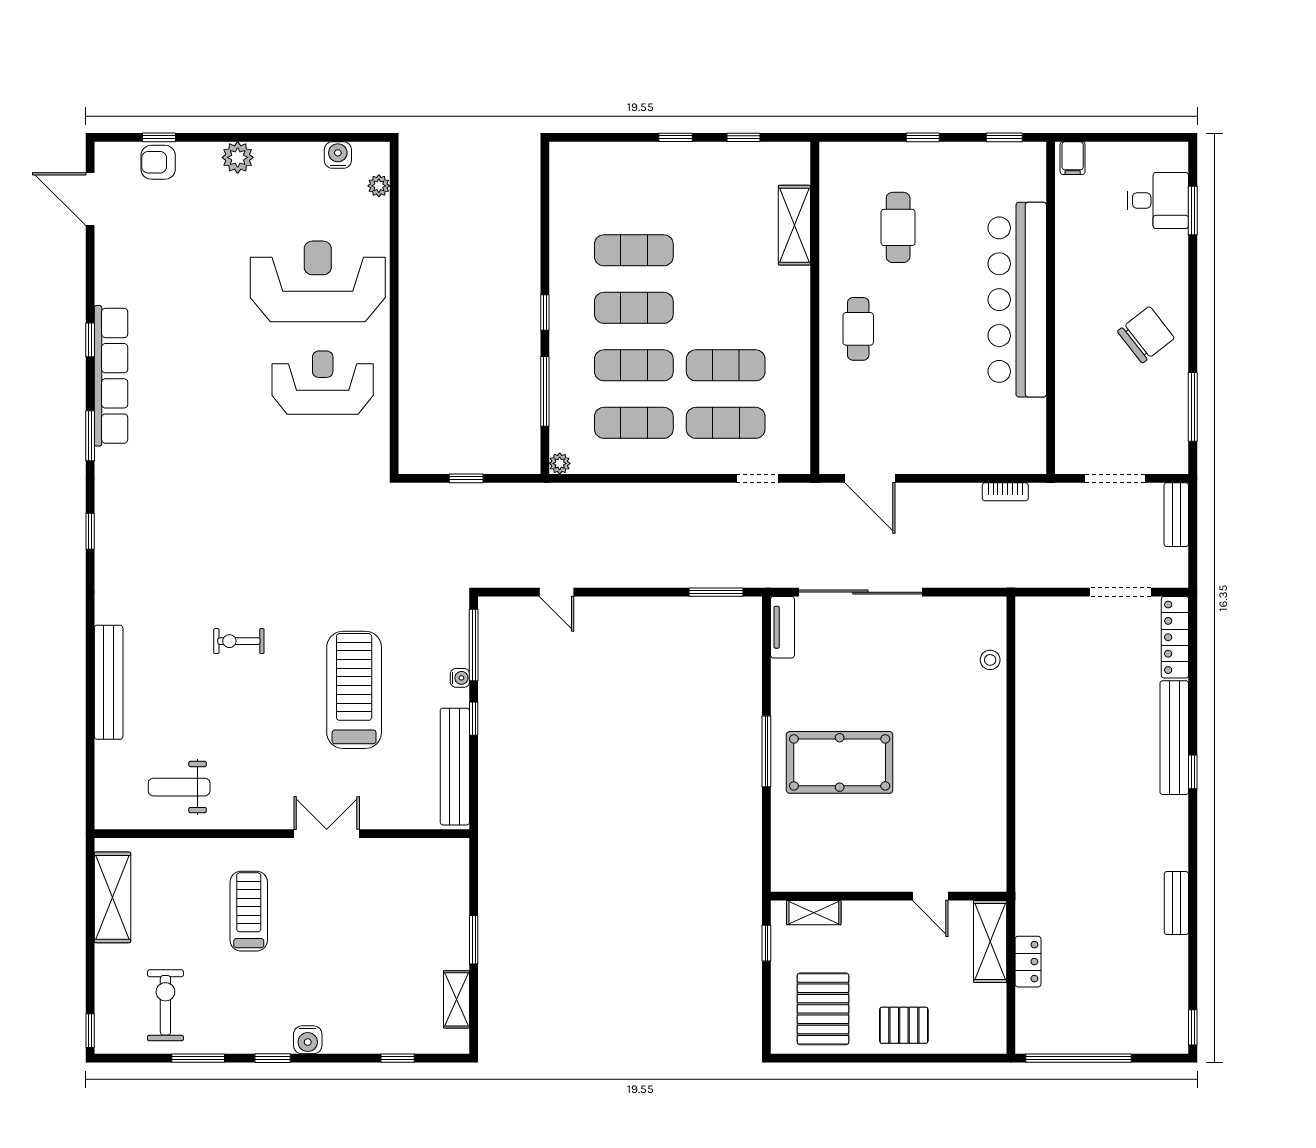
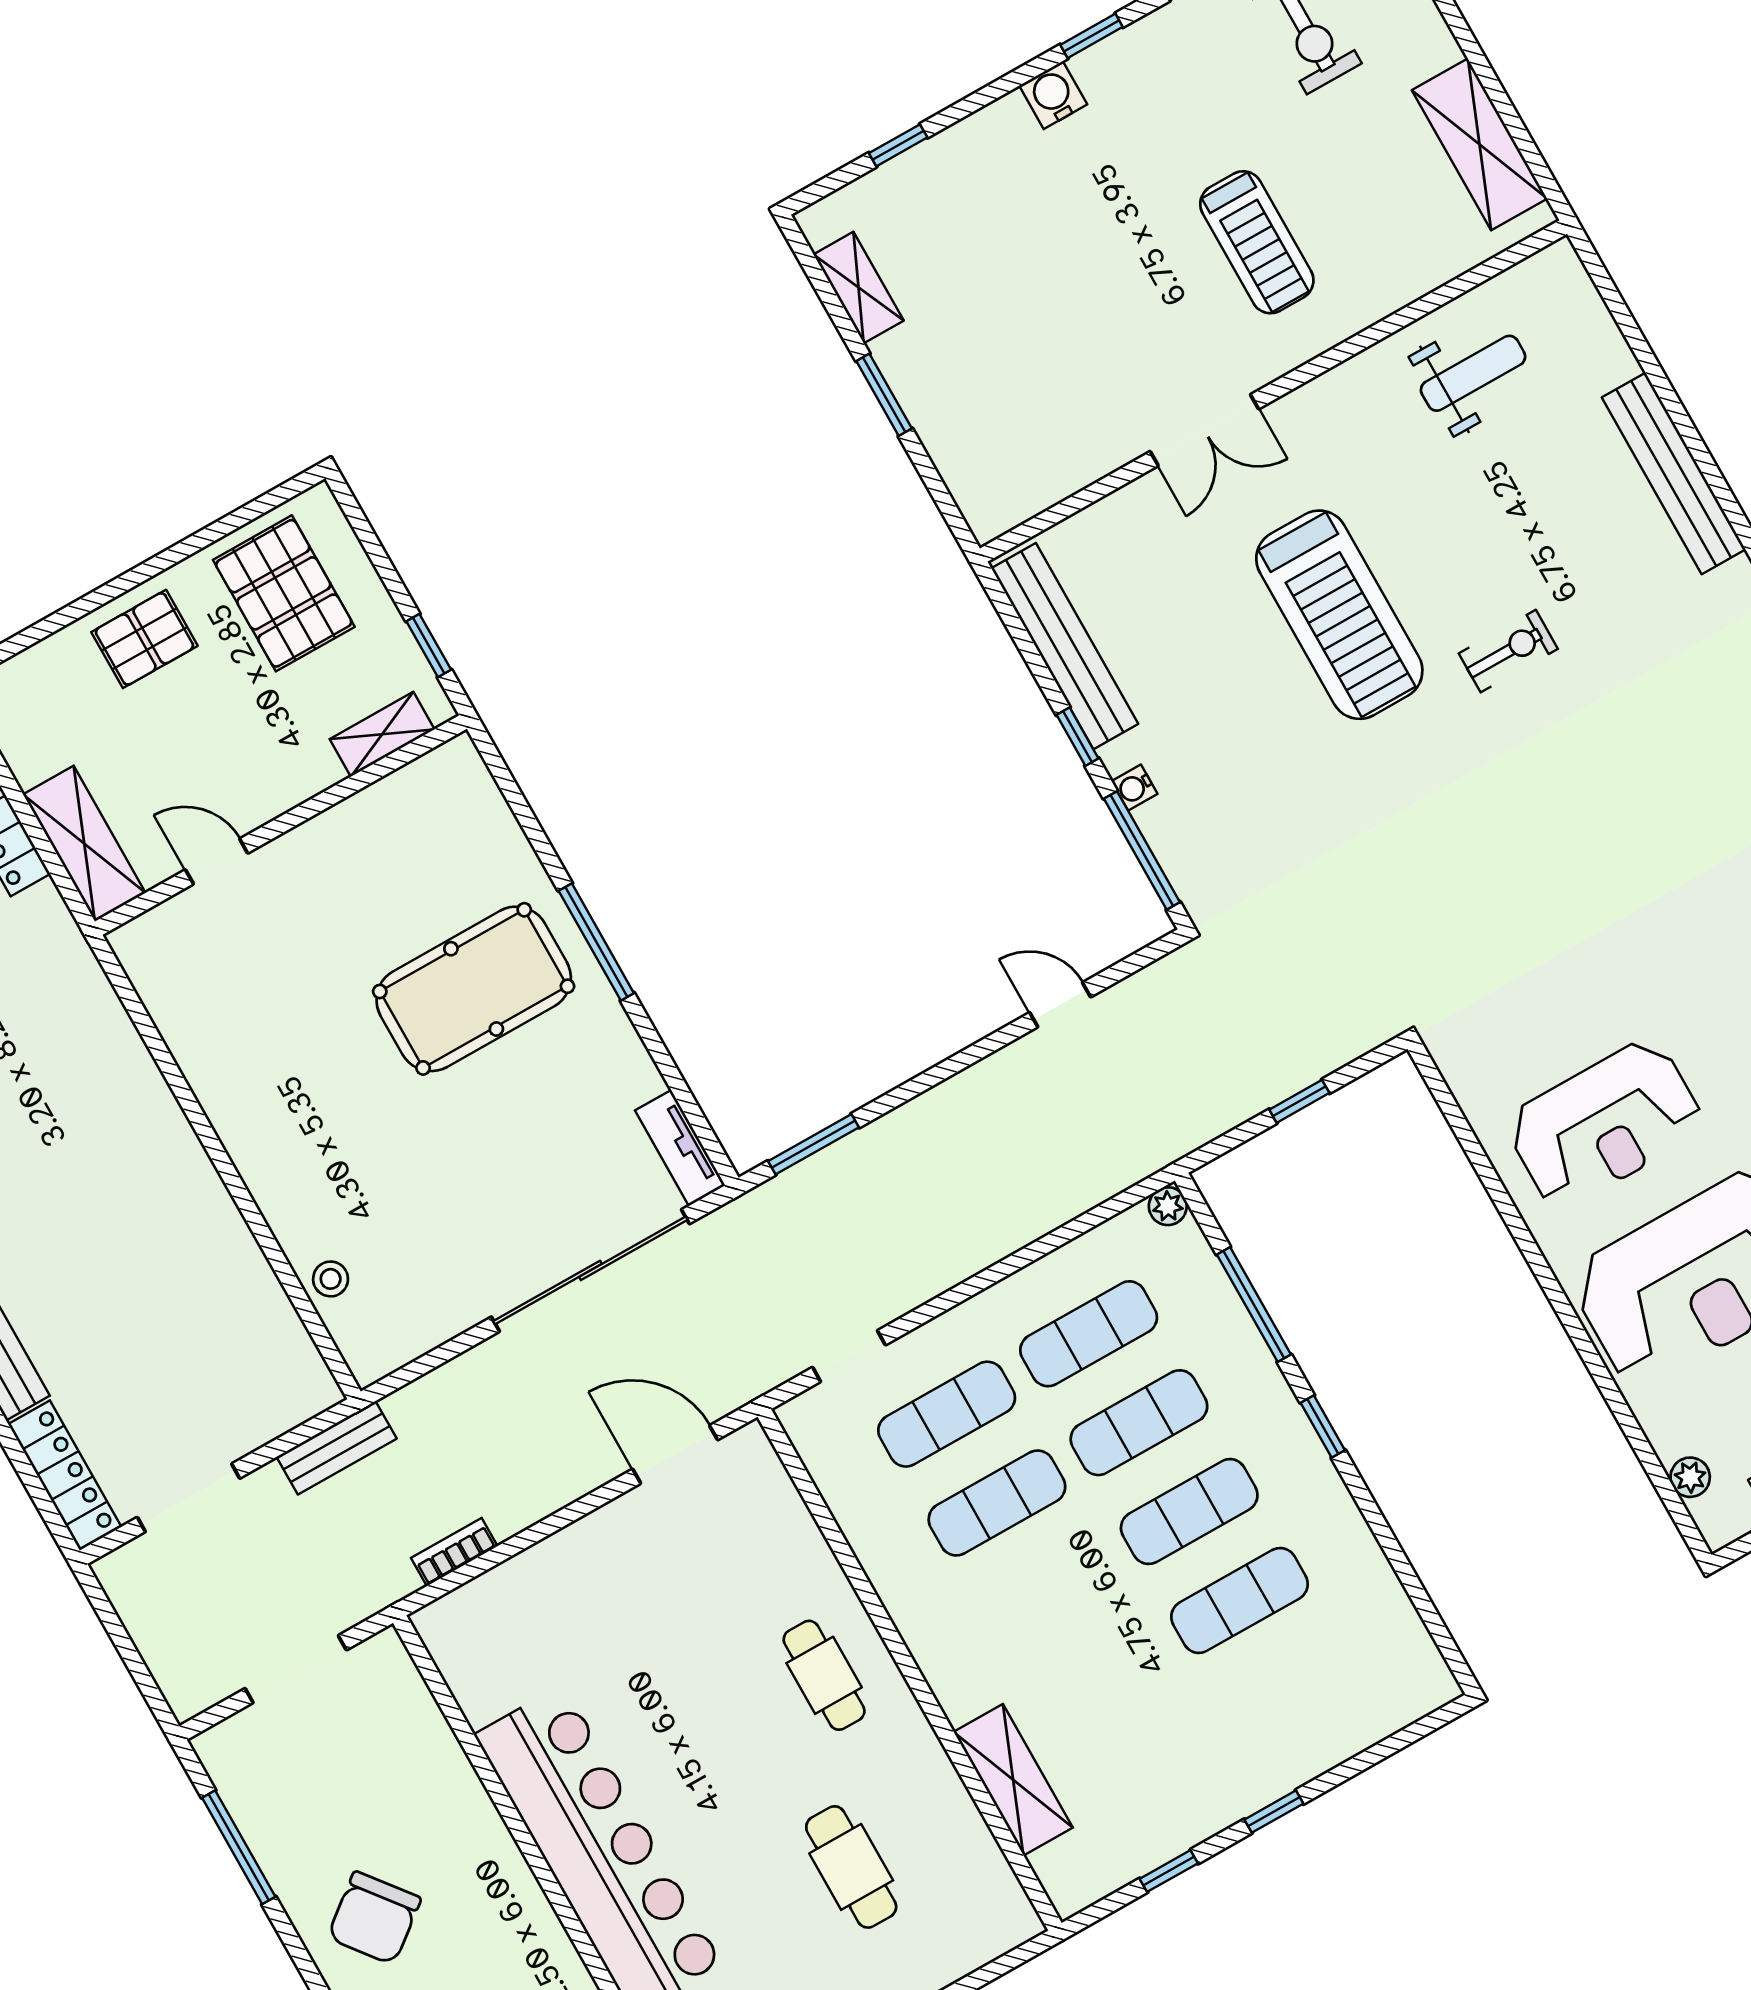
bench: (1176, 515) -> (337, 1448), moved, turned 90
treadmill: (354, 690) -> (1339, 615), moved

